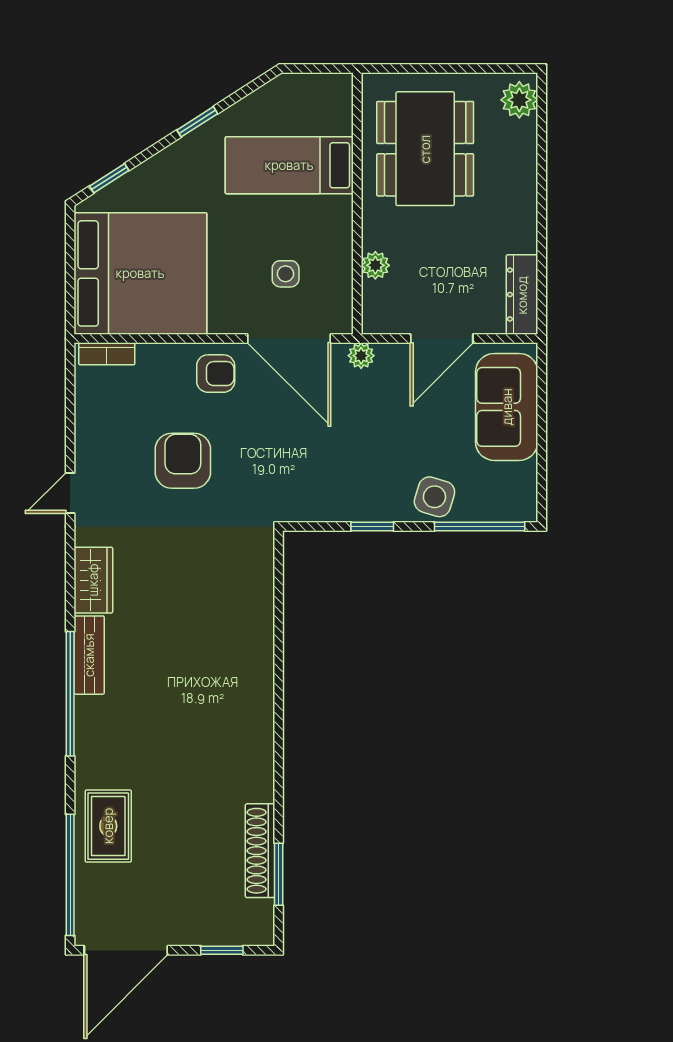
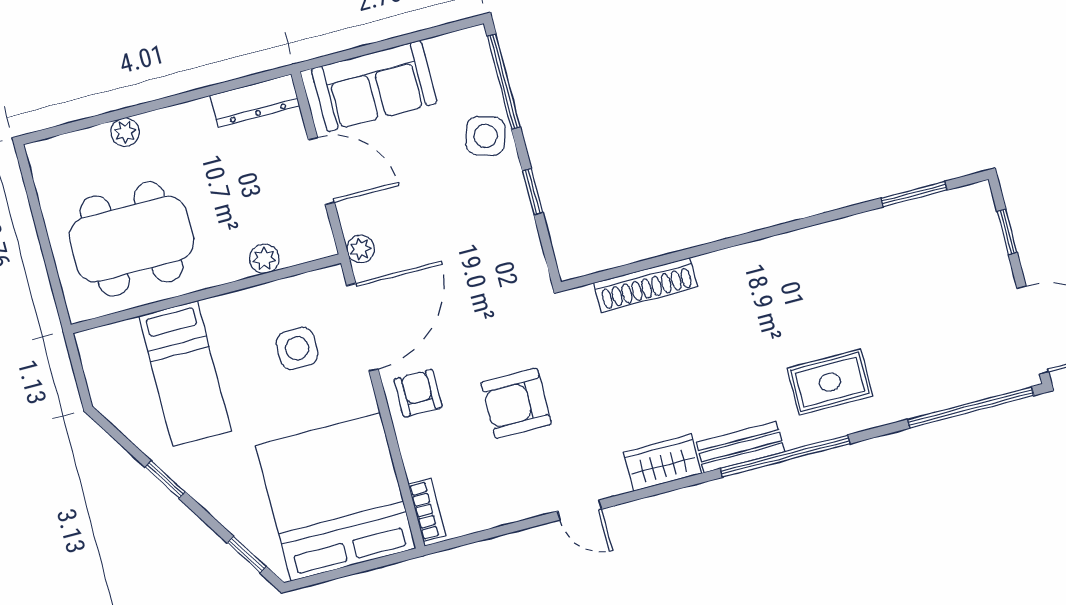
plant: (519, 100) -> (125, 132), moved, width x0.73, depth x0.73
side table: (286, 274) -> (297, 348), width x1.37, depth x1.37
rug: (108, 826) -> (830, 382), moved
shoe rack: (260, 851) -> (646, 285), moved

